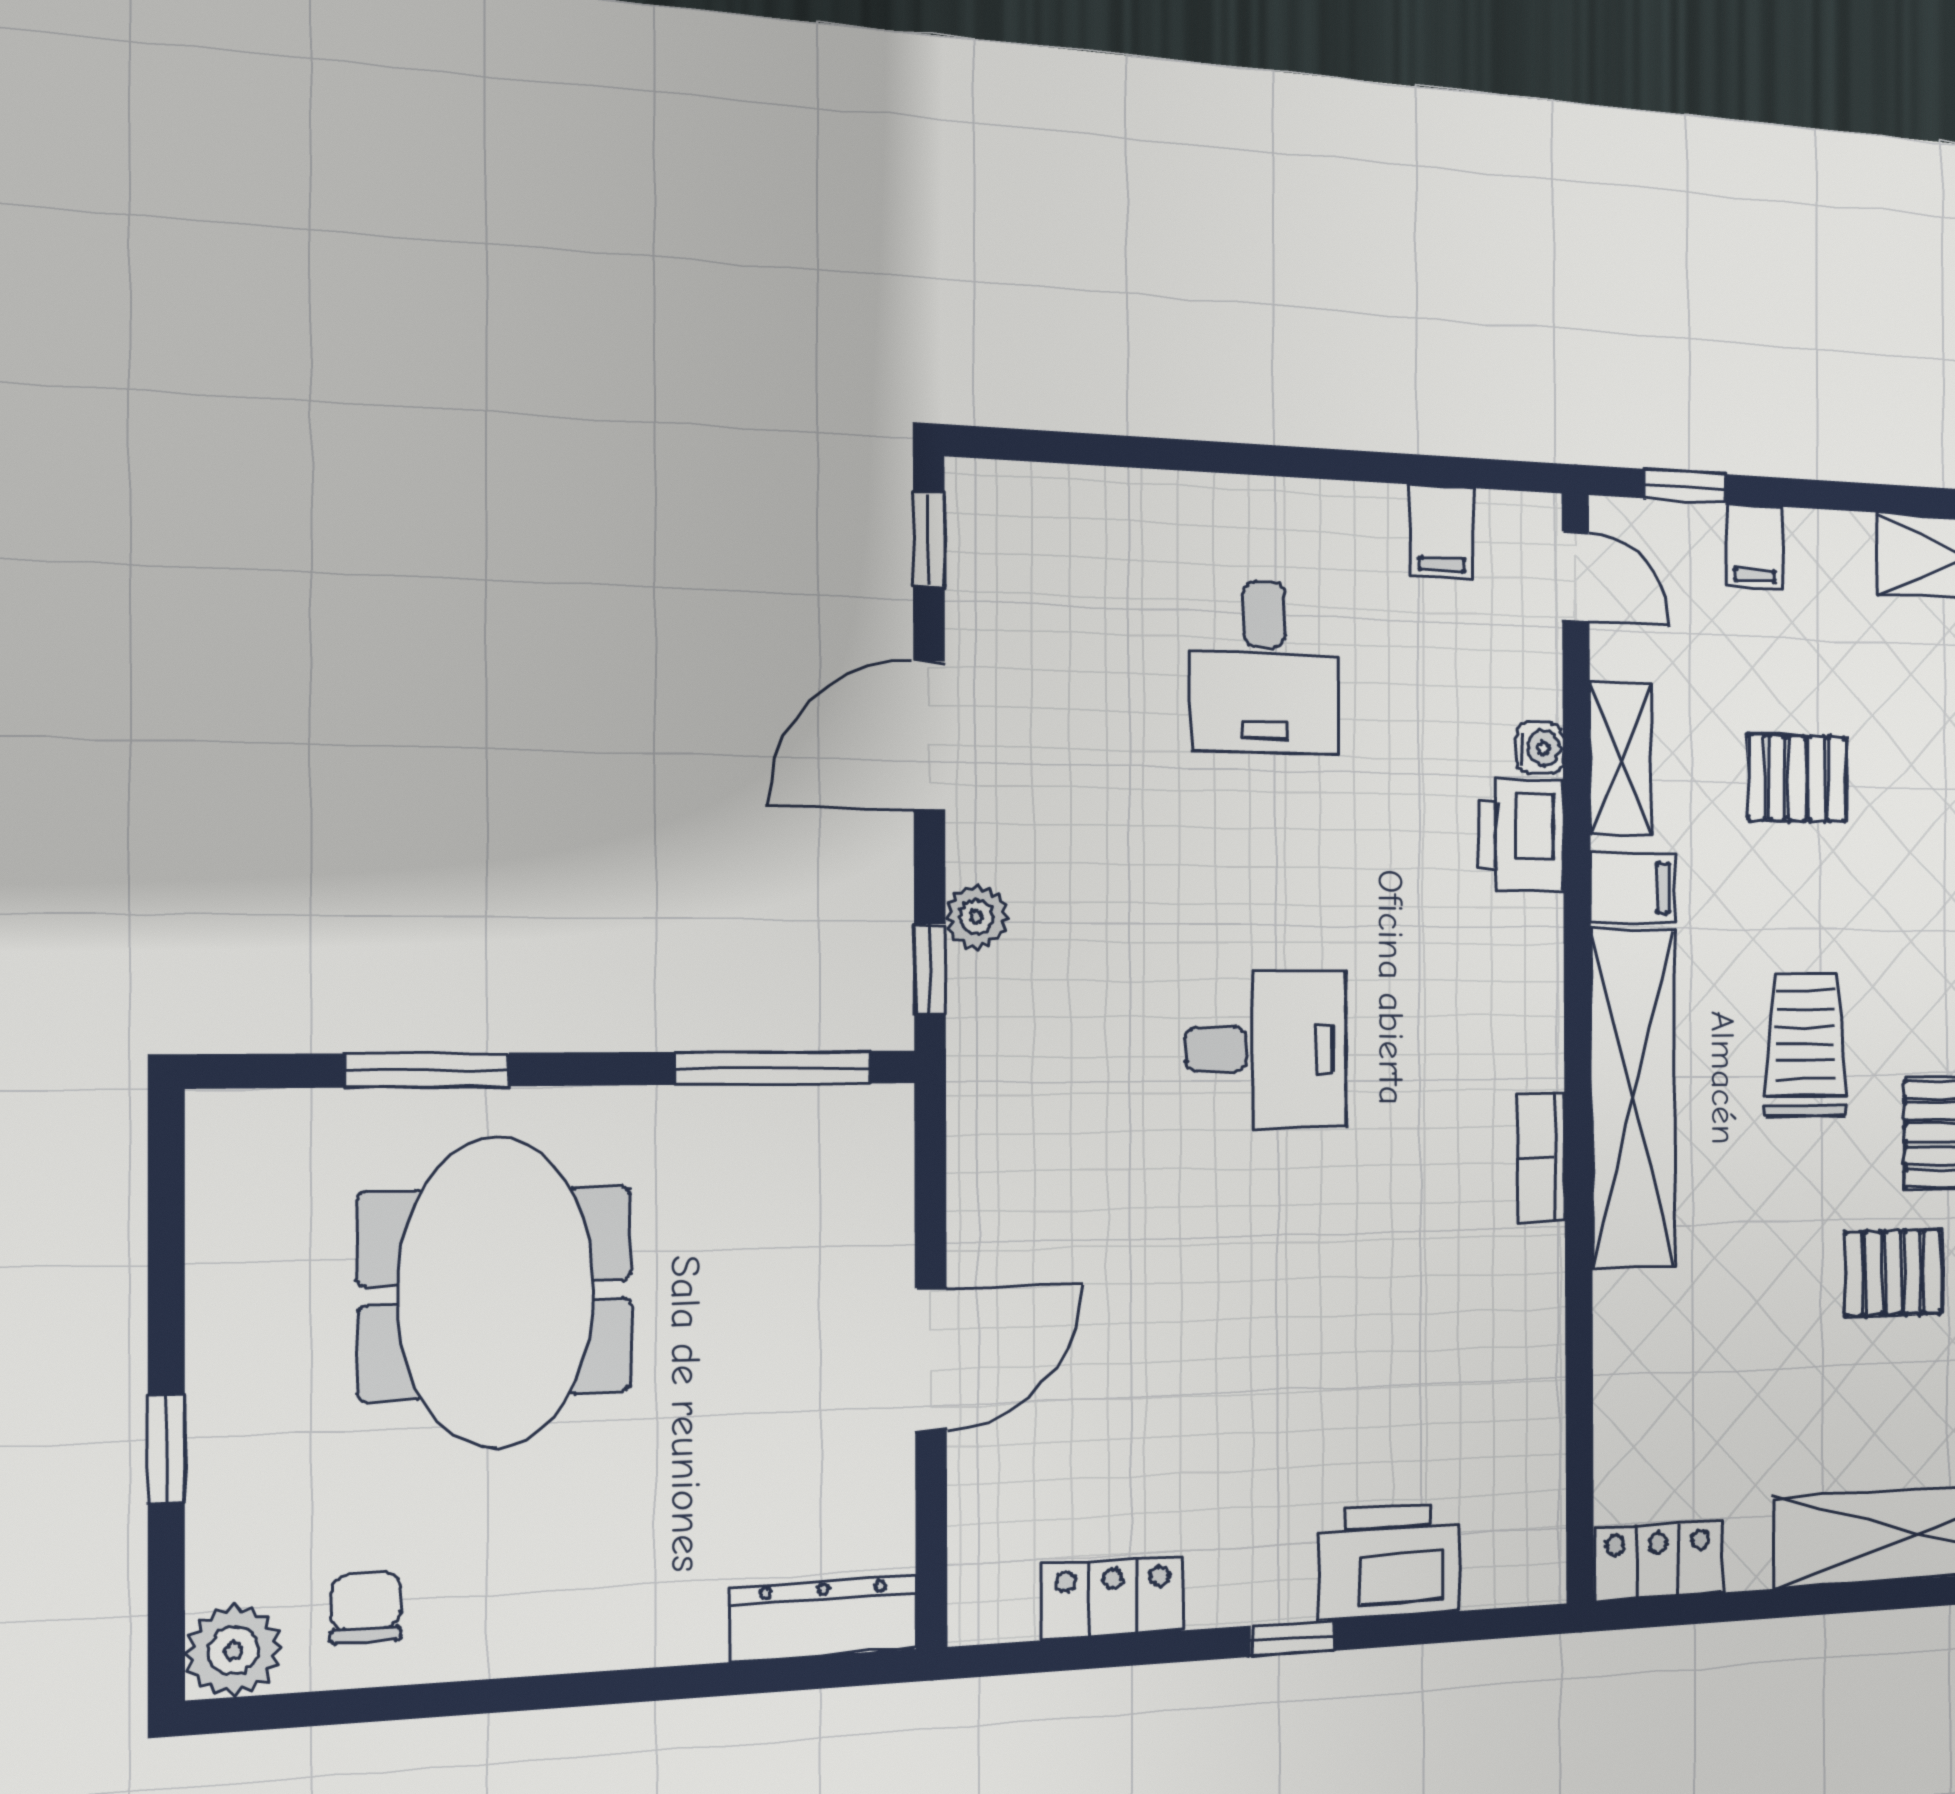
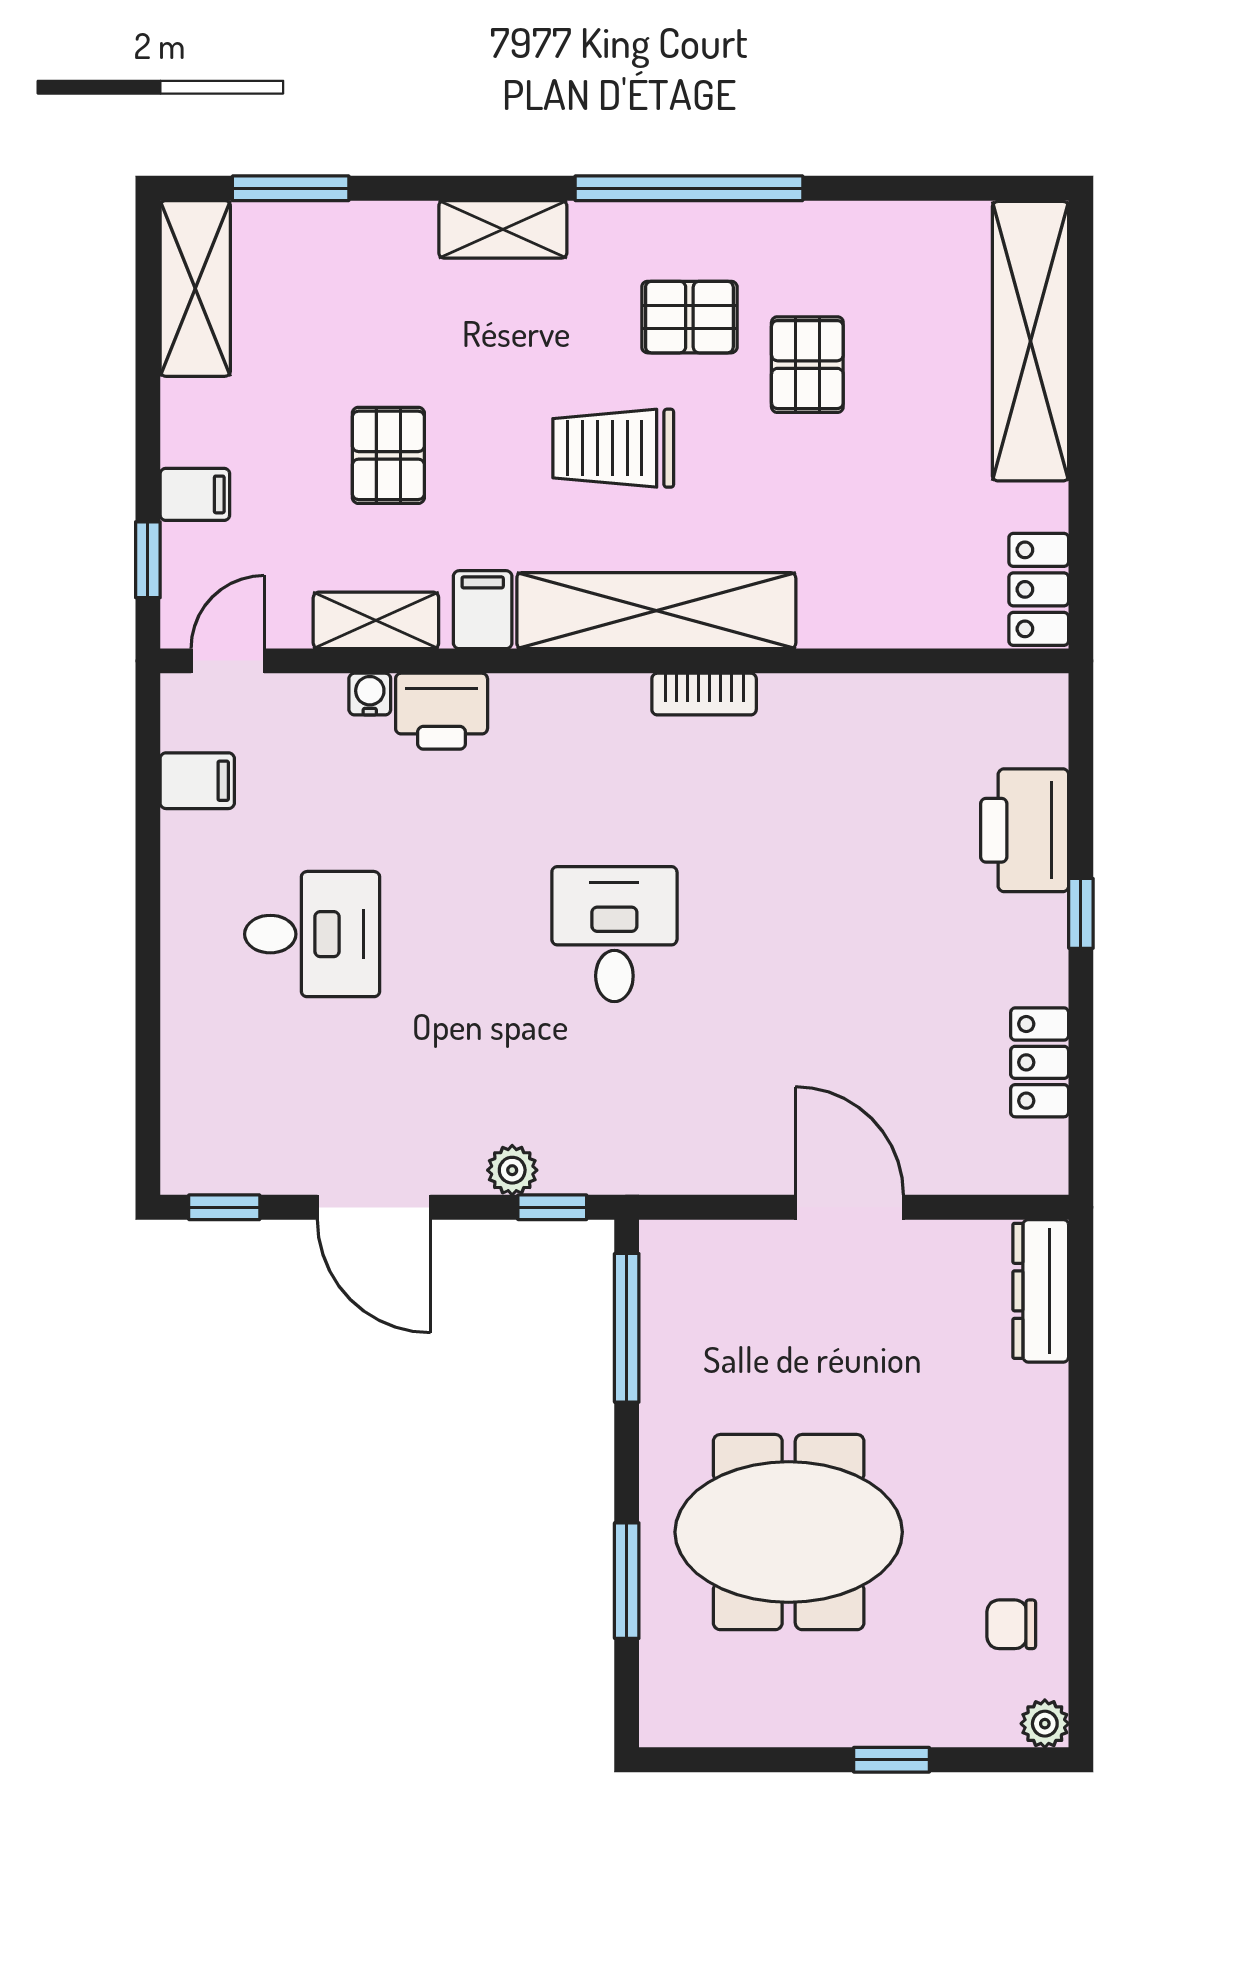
plant: (234, 1651) -> (1045, 1724), width x0.73, depth x0.73

